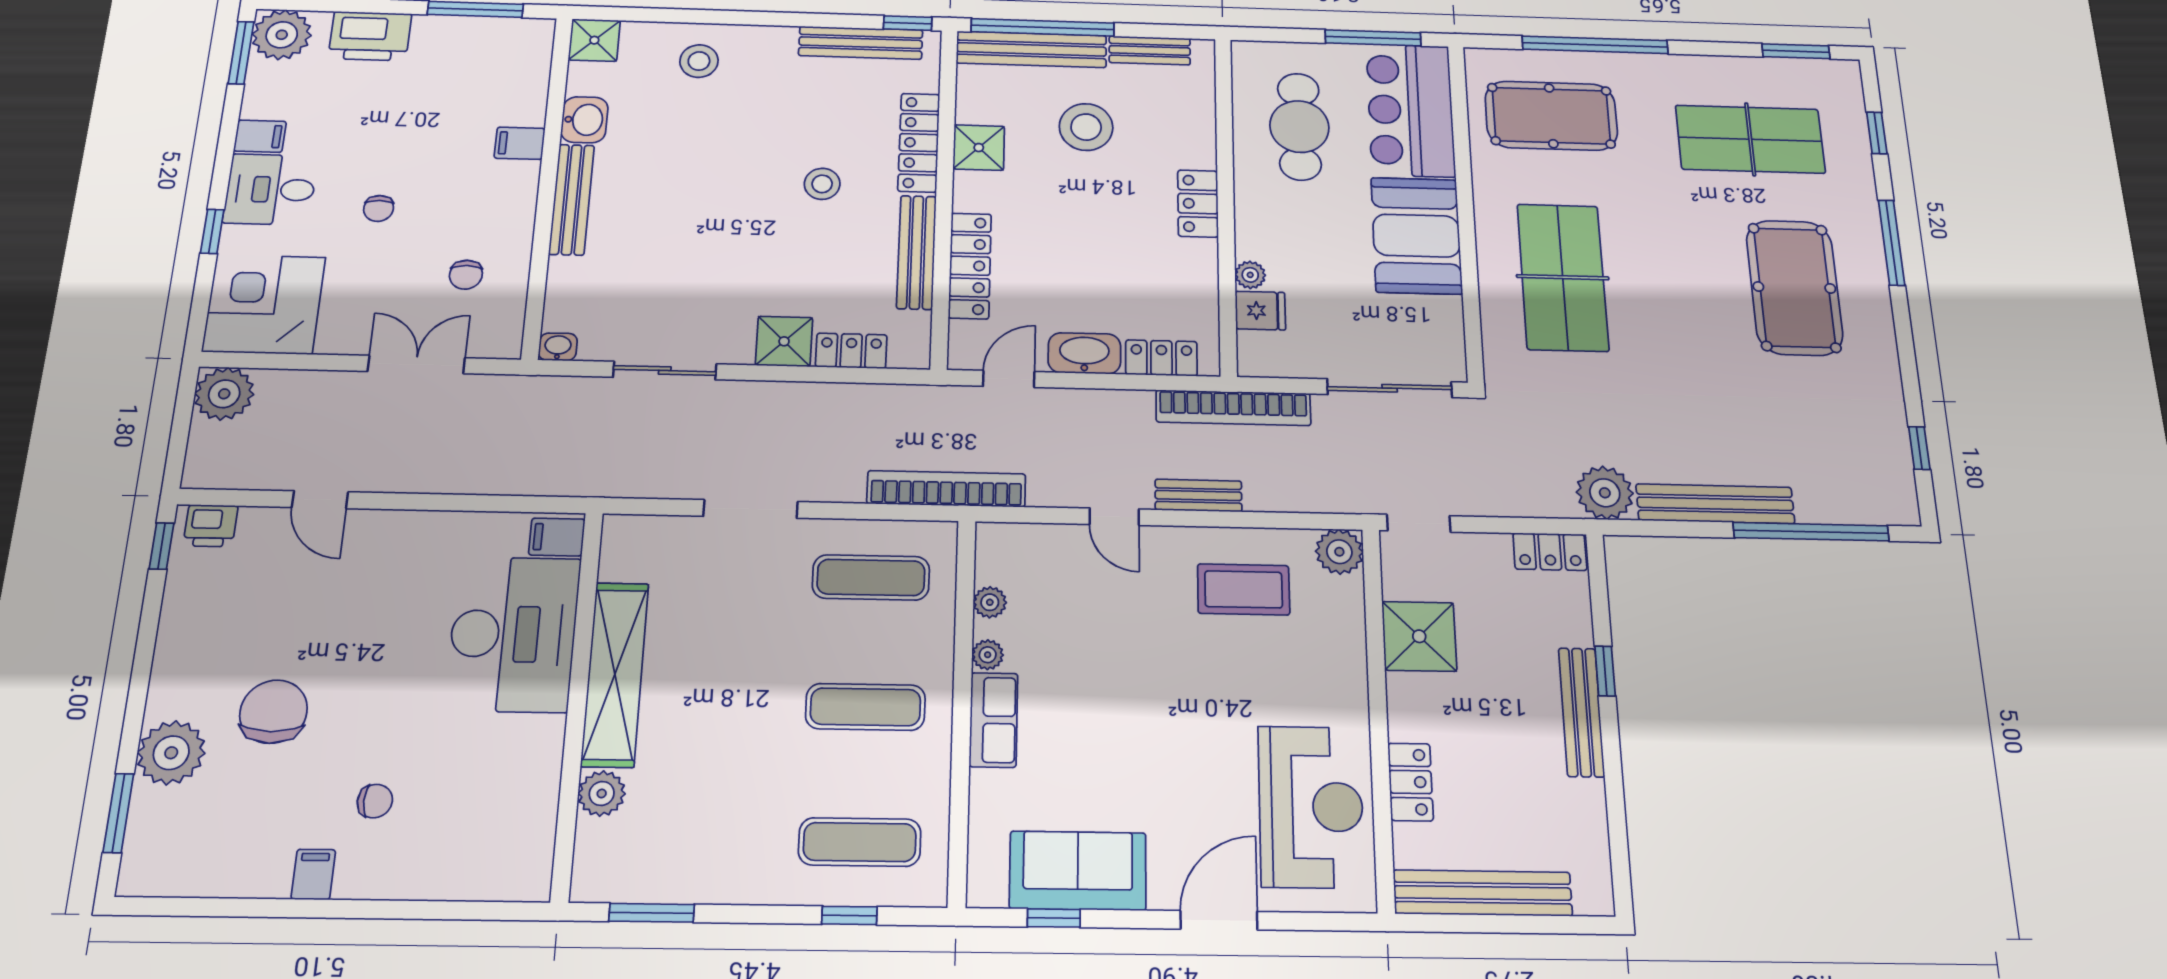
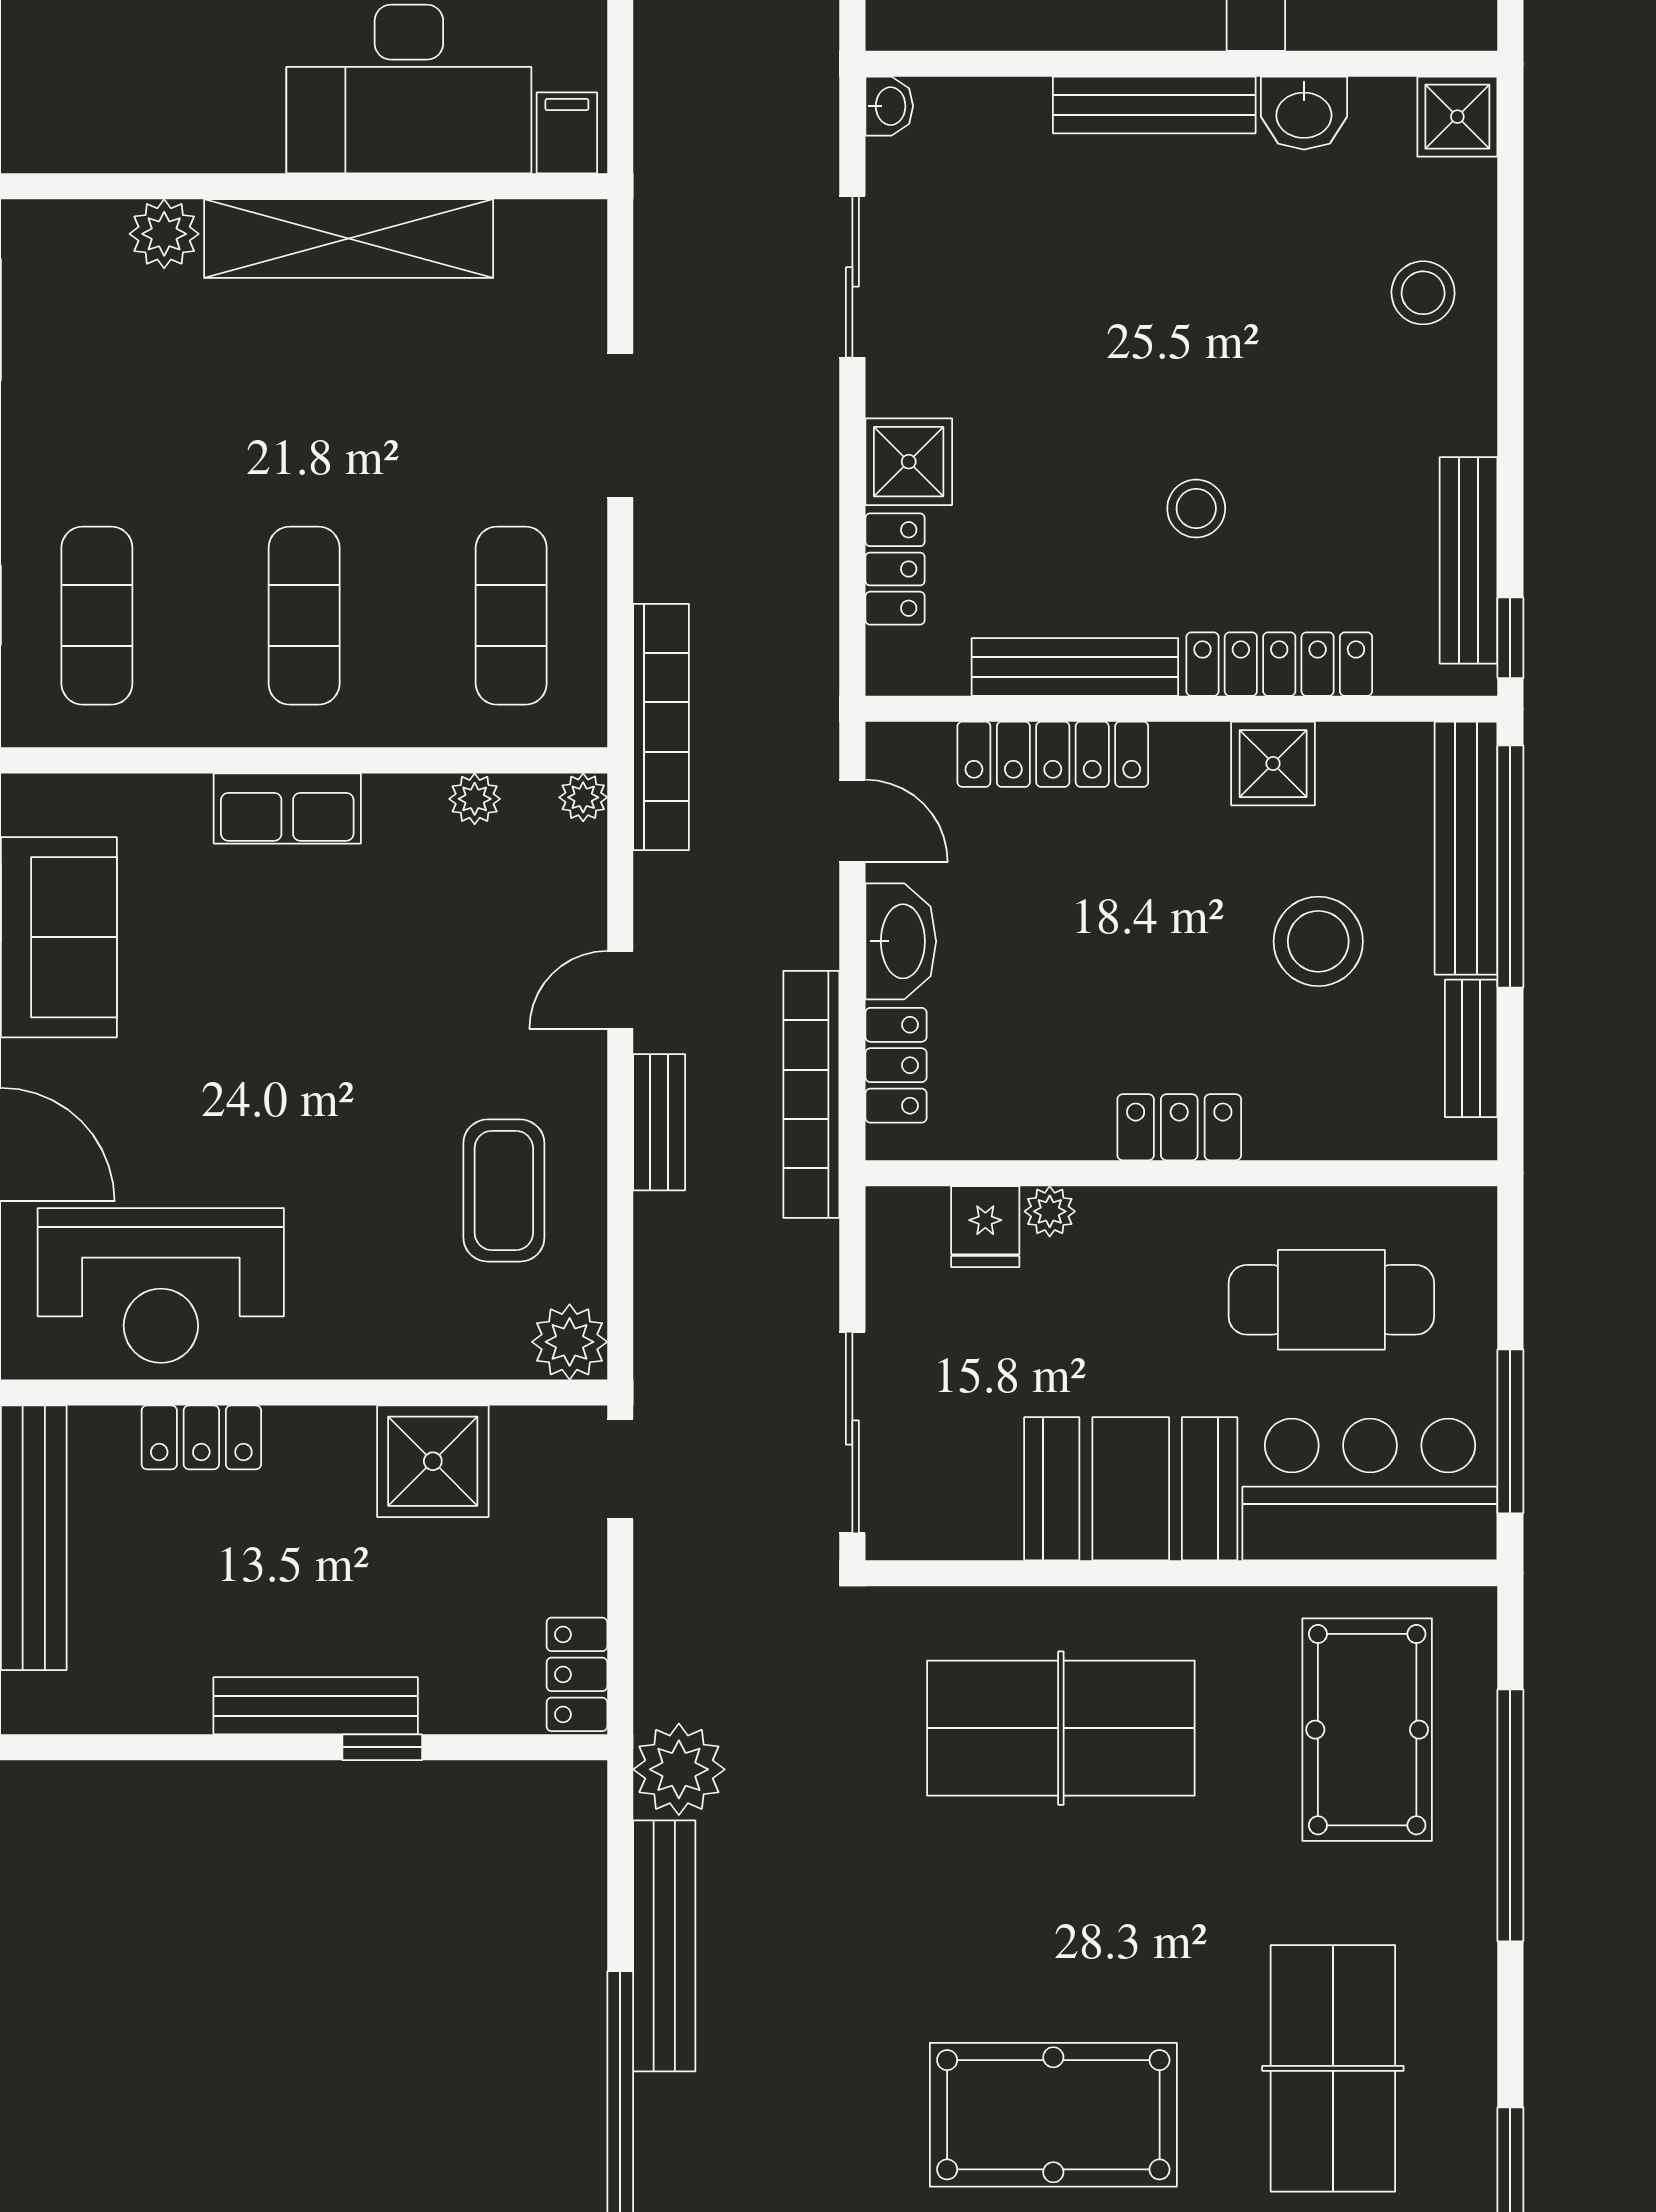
bookcase: (1233, 408) -> (811, 1094), moved
plant: (988, 655) -> (583, 797), moved

